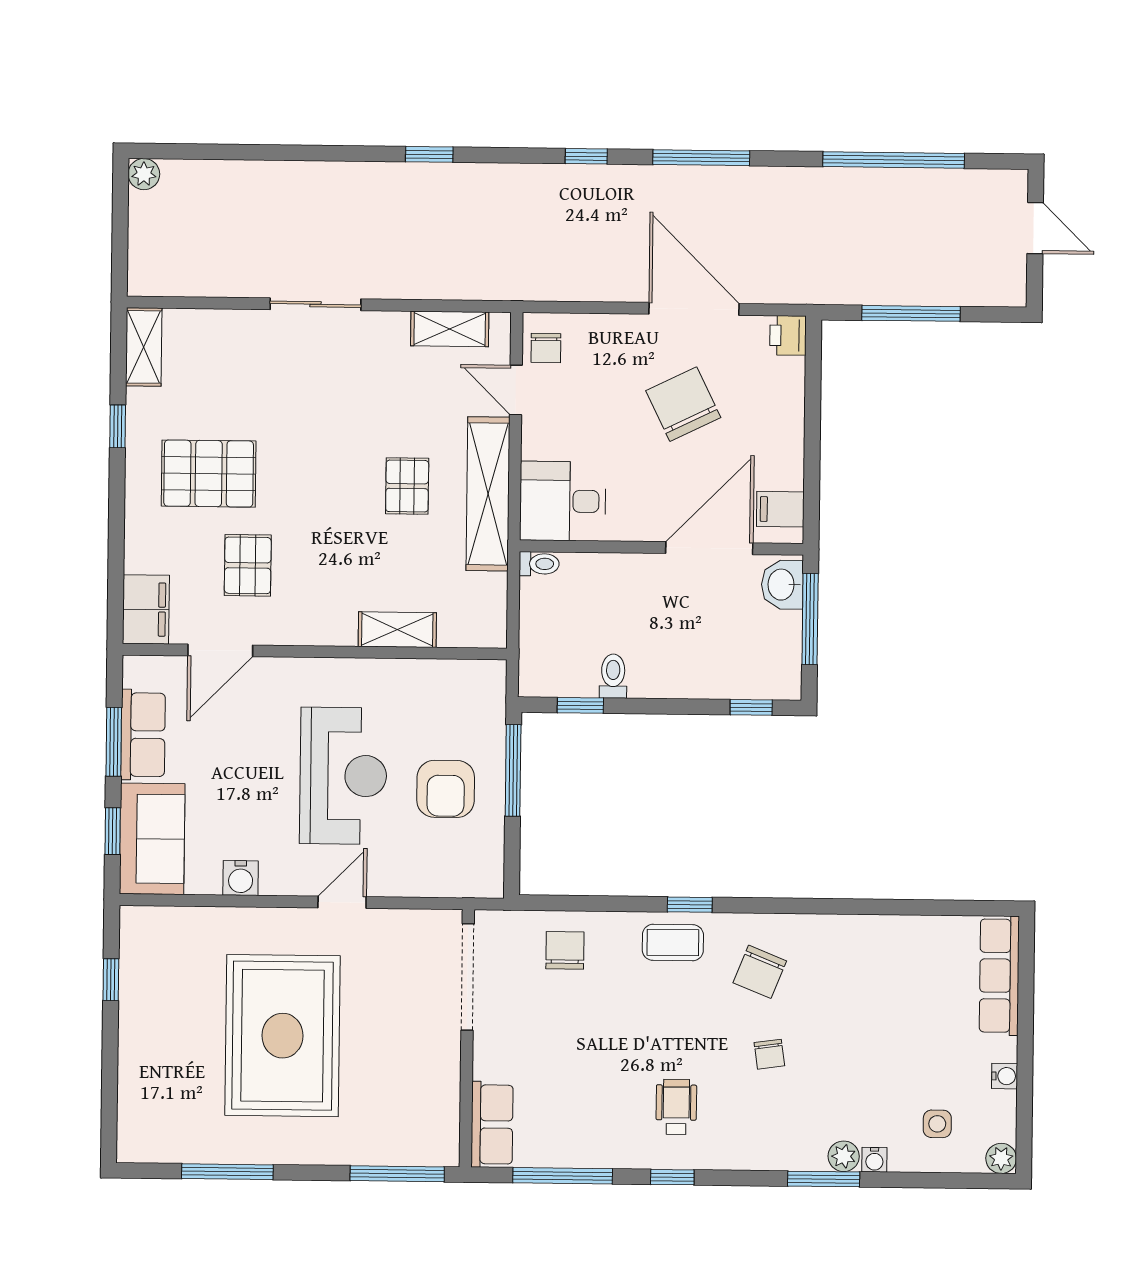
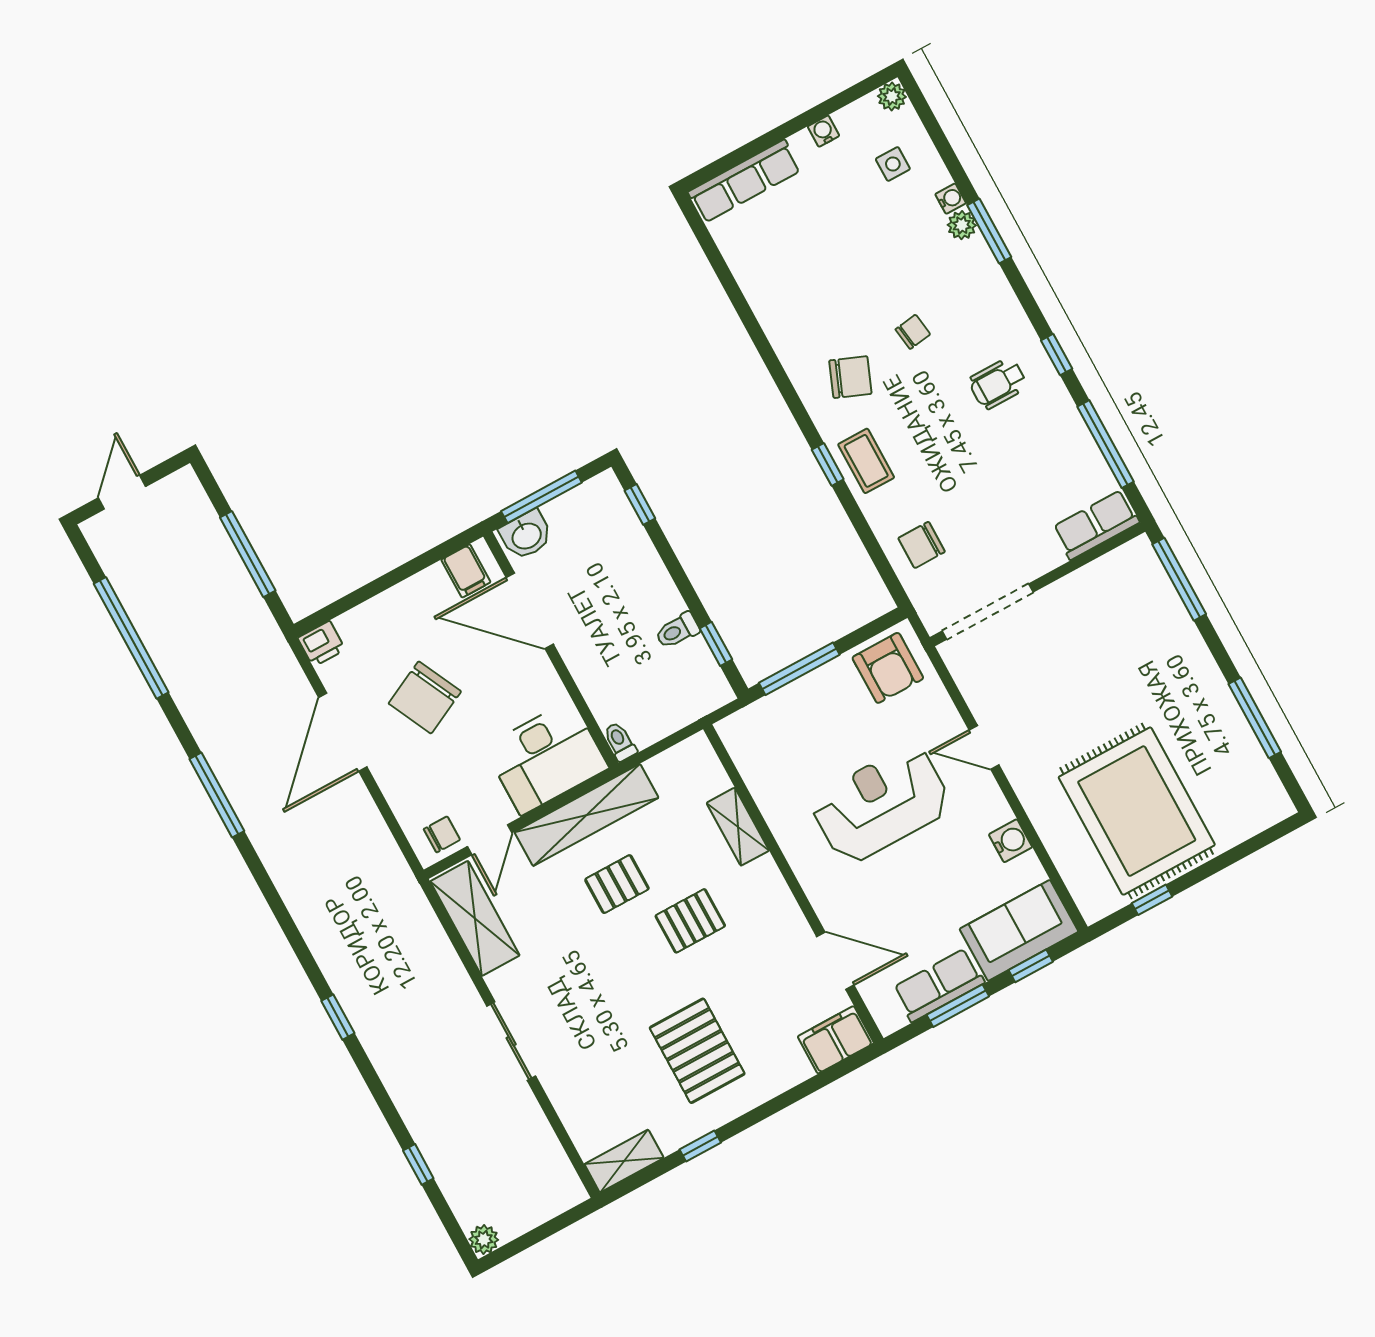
window: (586, 156) -> (418, 1164), moved
shelving: (450, 329) -> (475, 918), width x1.50, depth x1.33
desk: (563, 501) -> (546, 758), width x1.37
pallet: (248, 565) -> (690, 921), moved
armchair: (446, 789) -> (888, 668), moved, turned 90
rug: (283, 1036) -> (1137, 811), moved, turned 90

